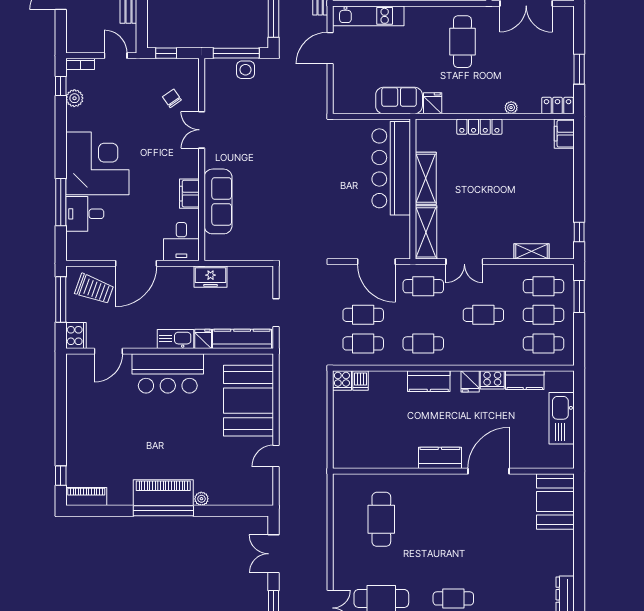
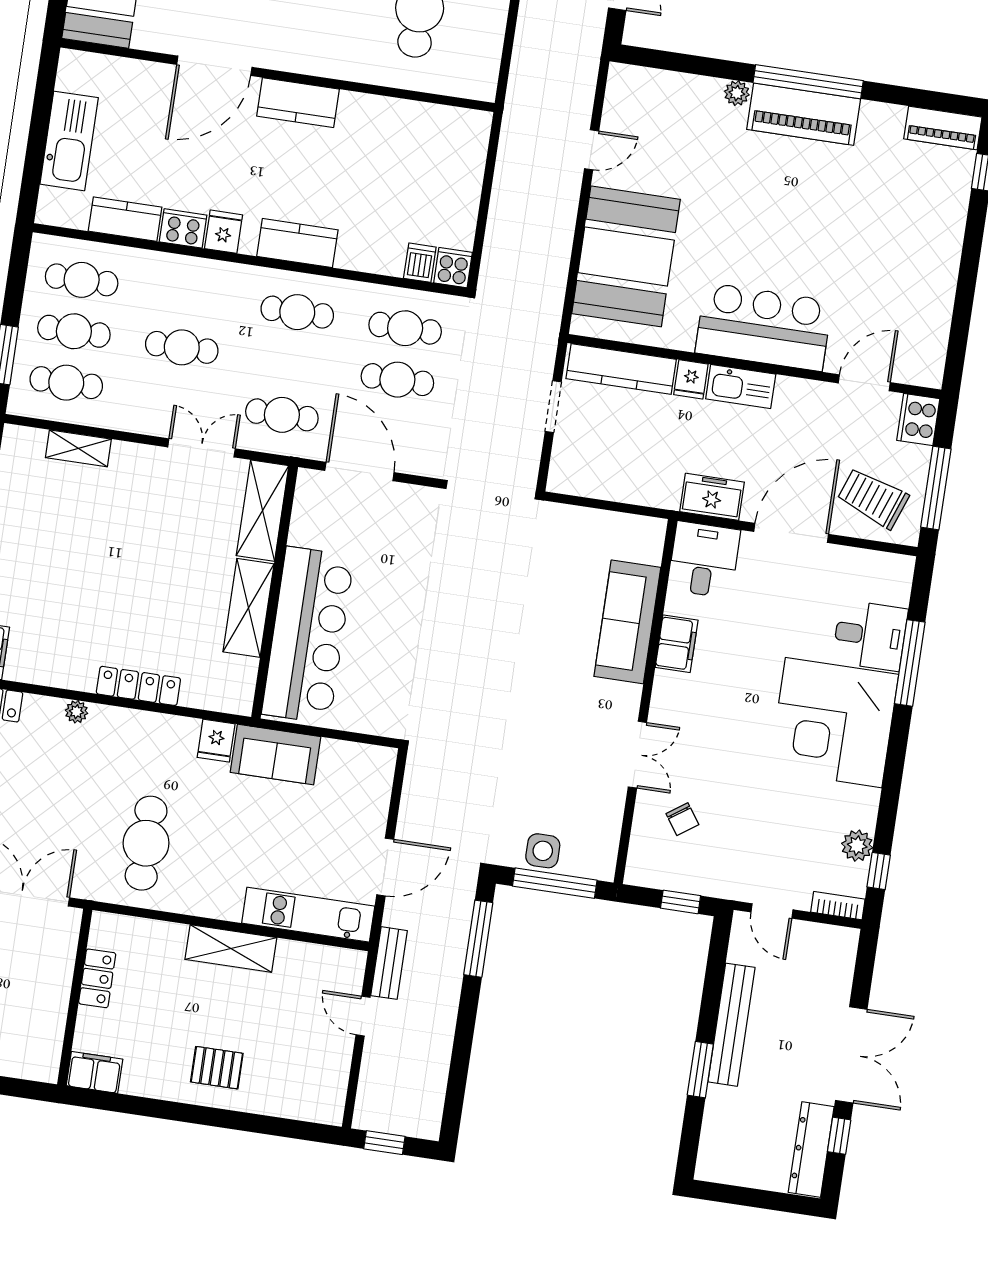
freezer: (211, 277) -> (712, 497), moved

